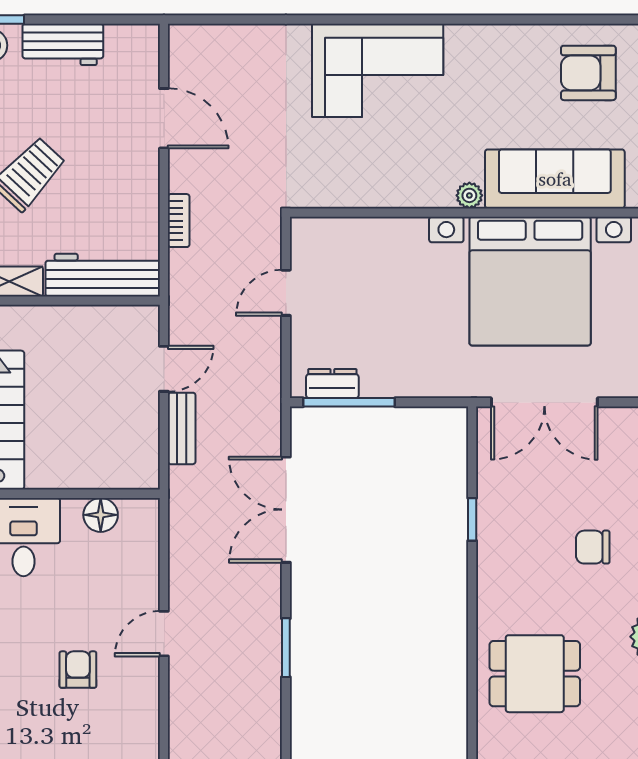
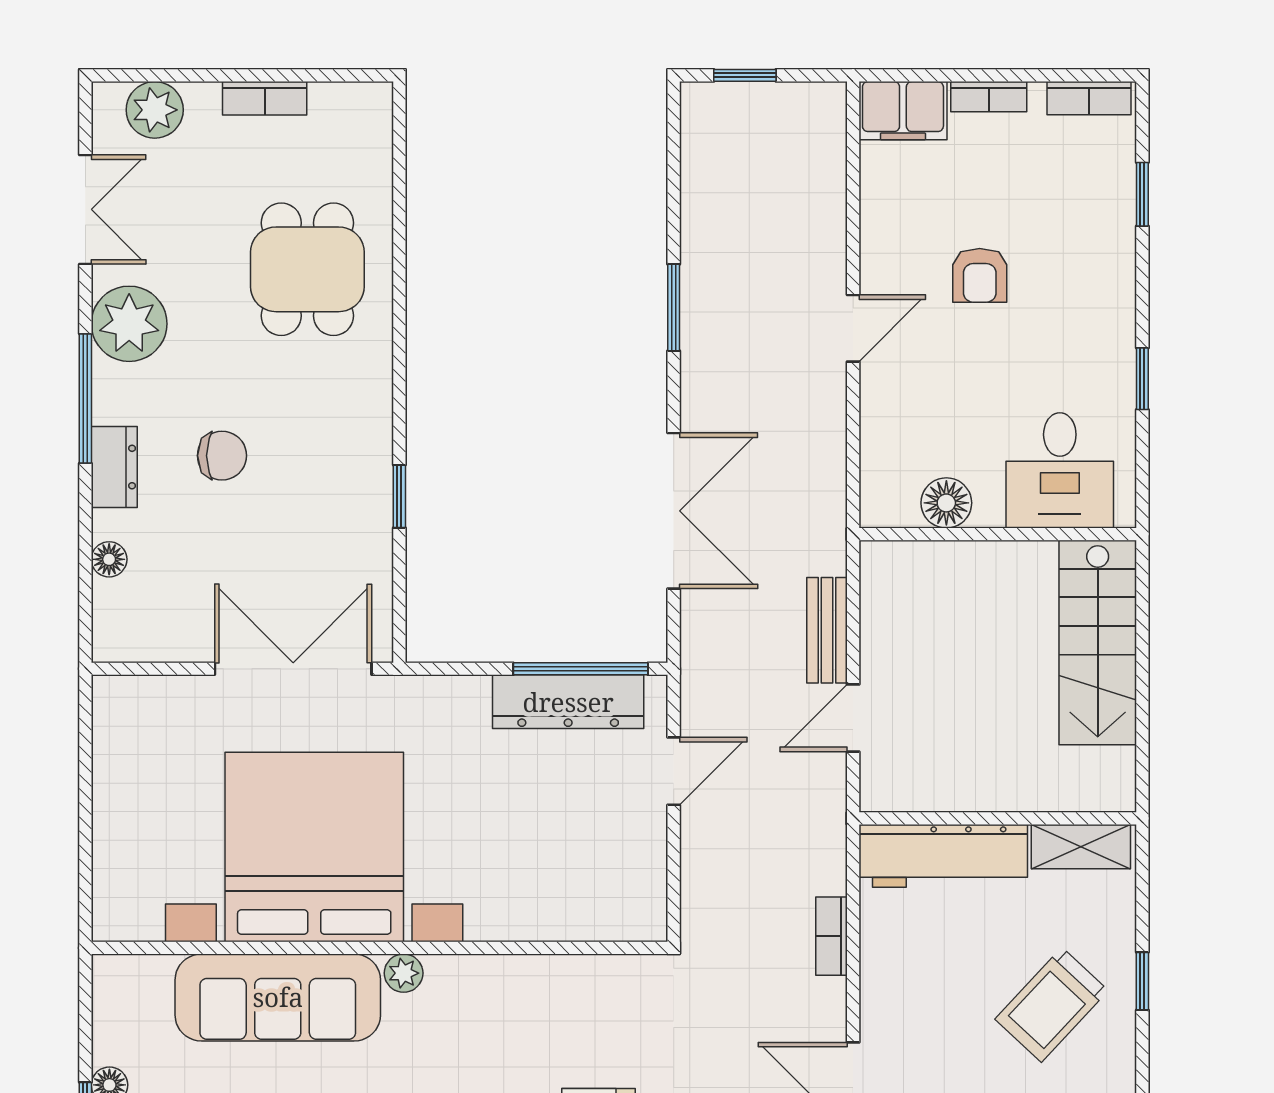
door: (286, 293) -> (674, 771), moved
dresser: (332, 383) -> (568, 702), width x1.96, depth x1.24
dining table: (535, 674) -> (307, 269), turned 90

